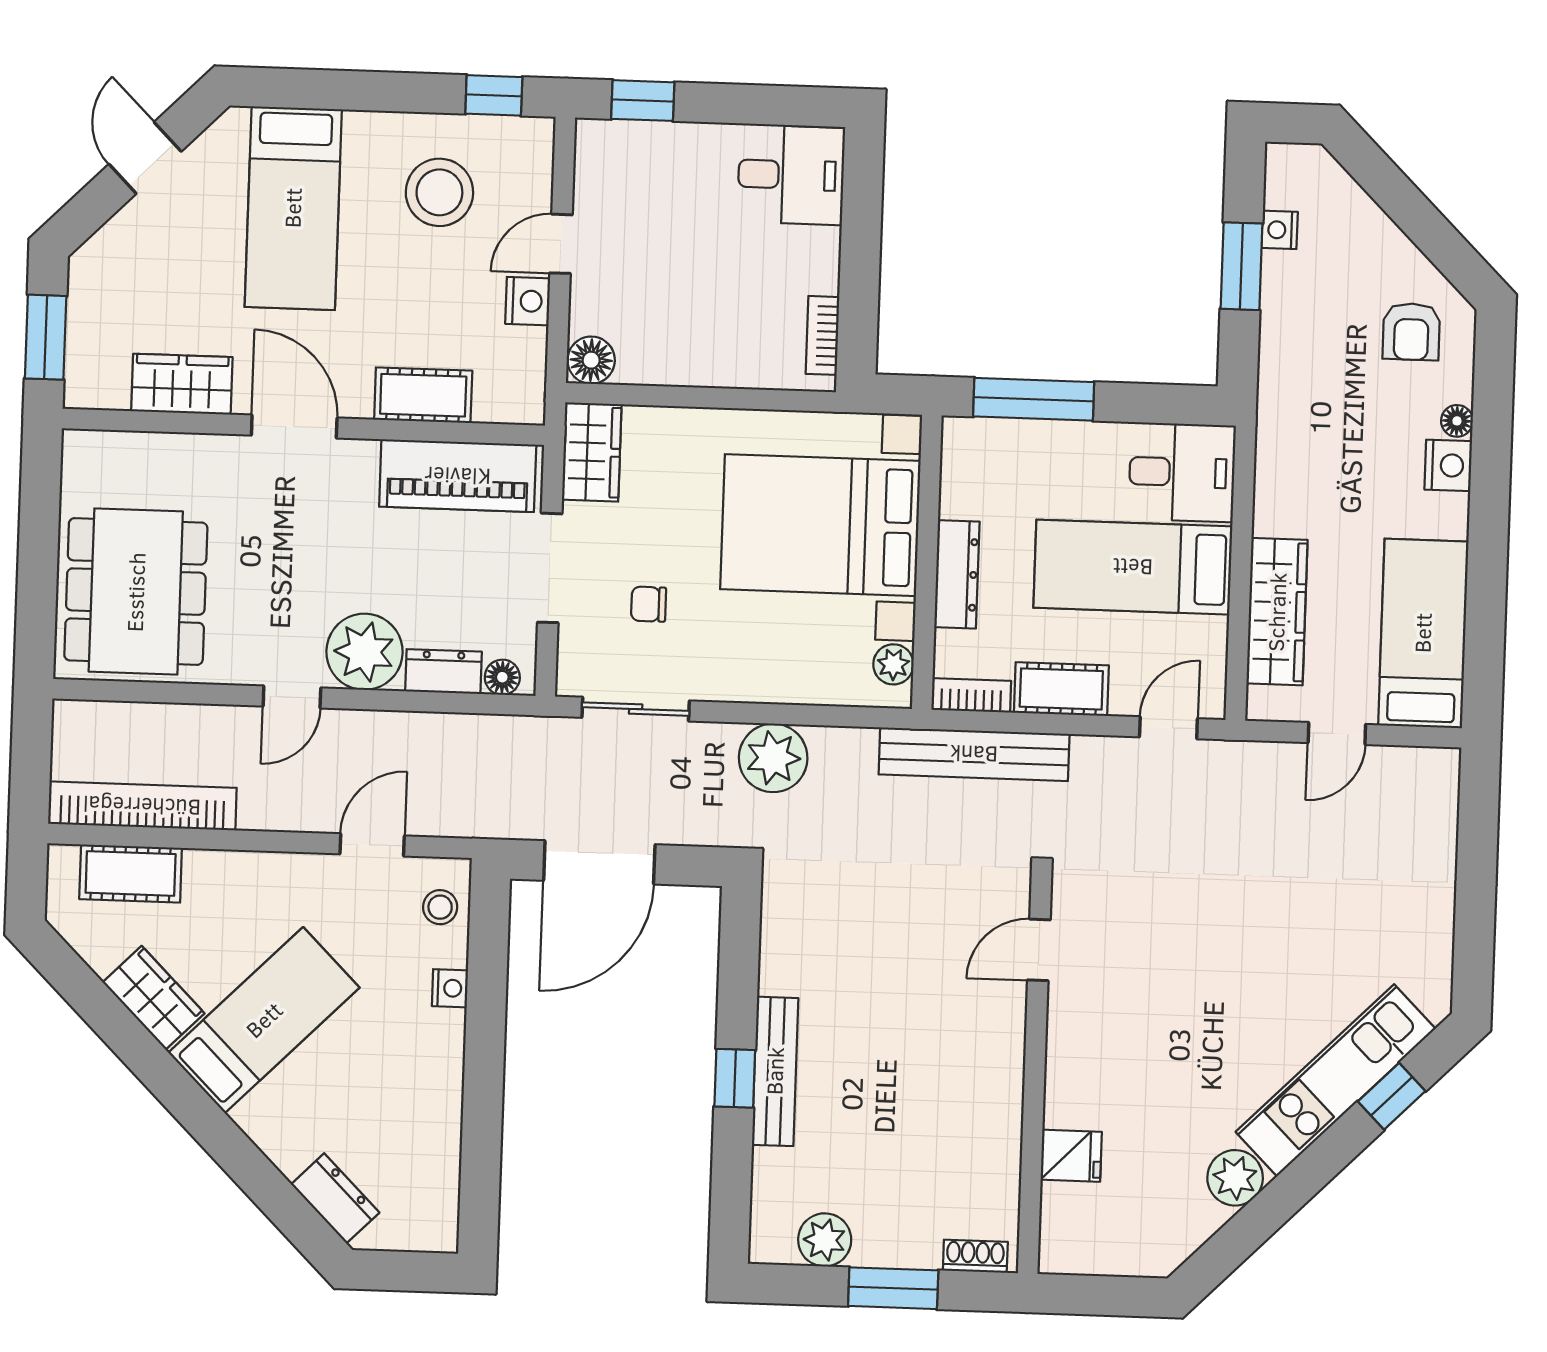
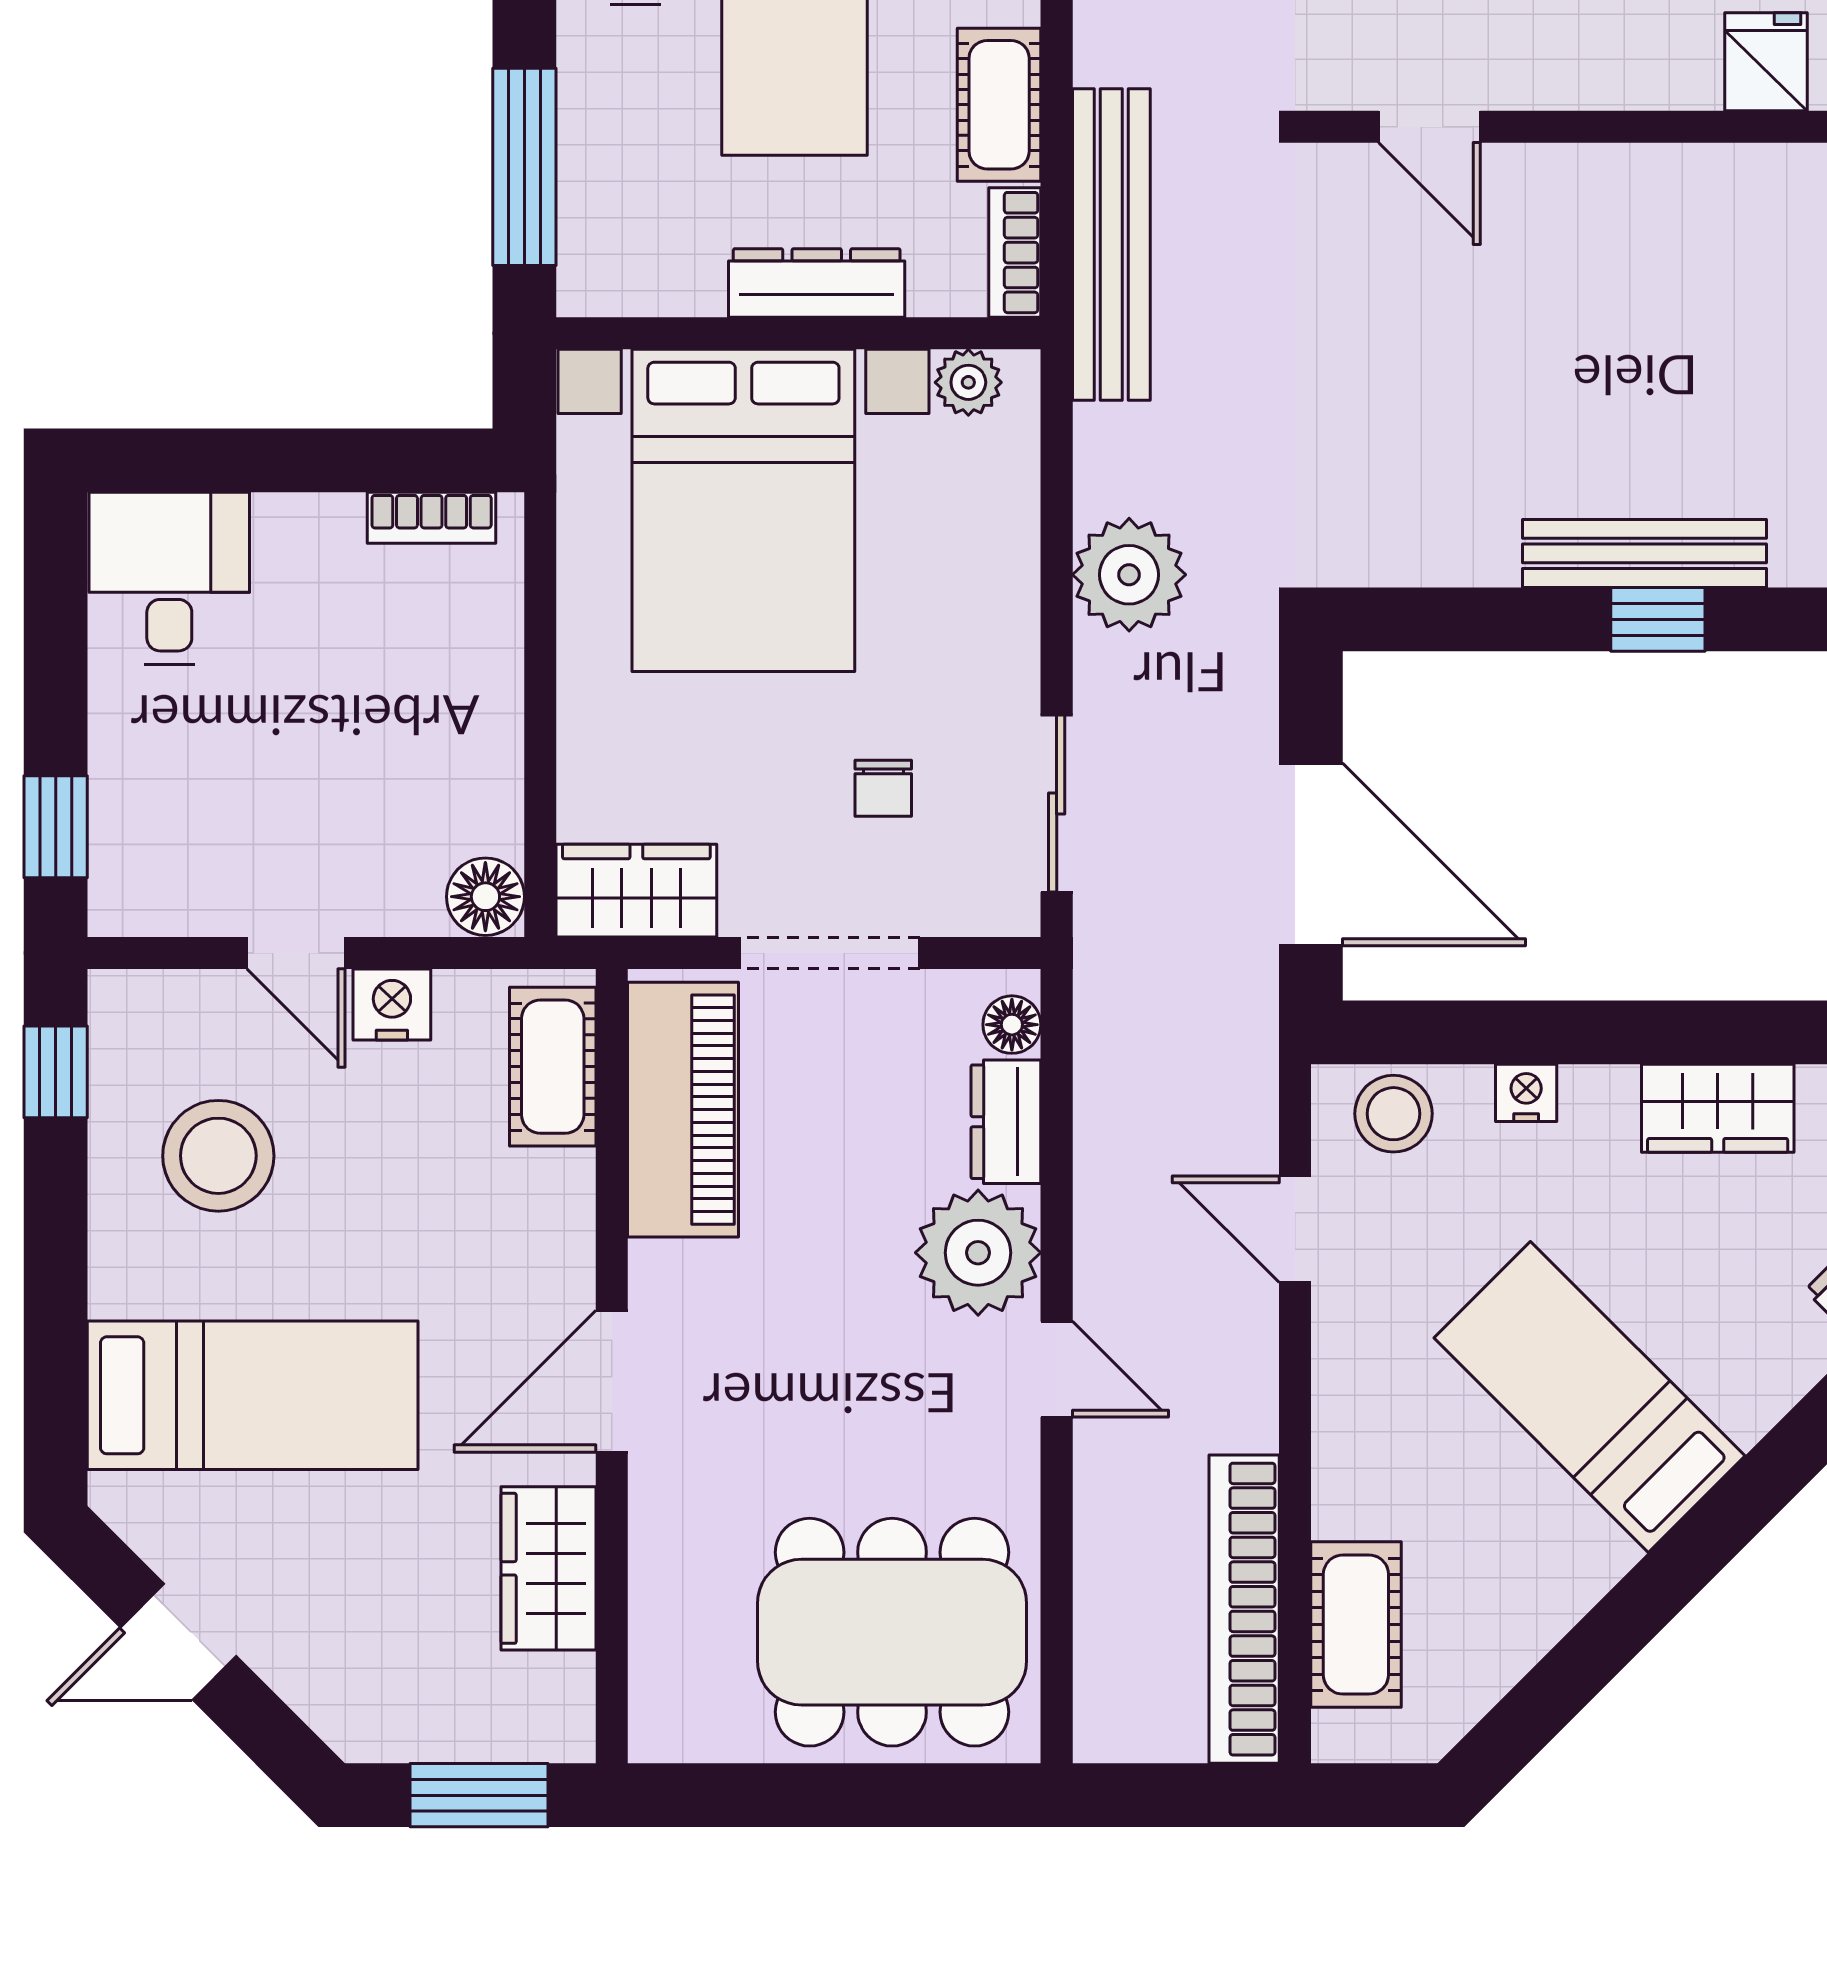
cot: (423, 395) -> (553, 1067), moved
stool: (440, 907) -> (1393, 1114), width x1.37, depth x1.37
wardrobe: (154, 998) -> (1718, 1108), moved, turned -135

